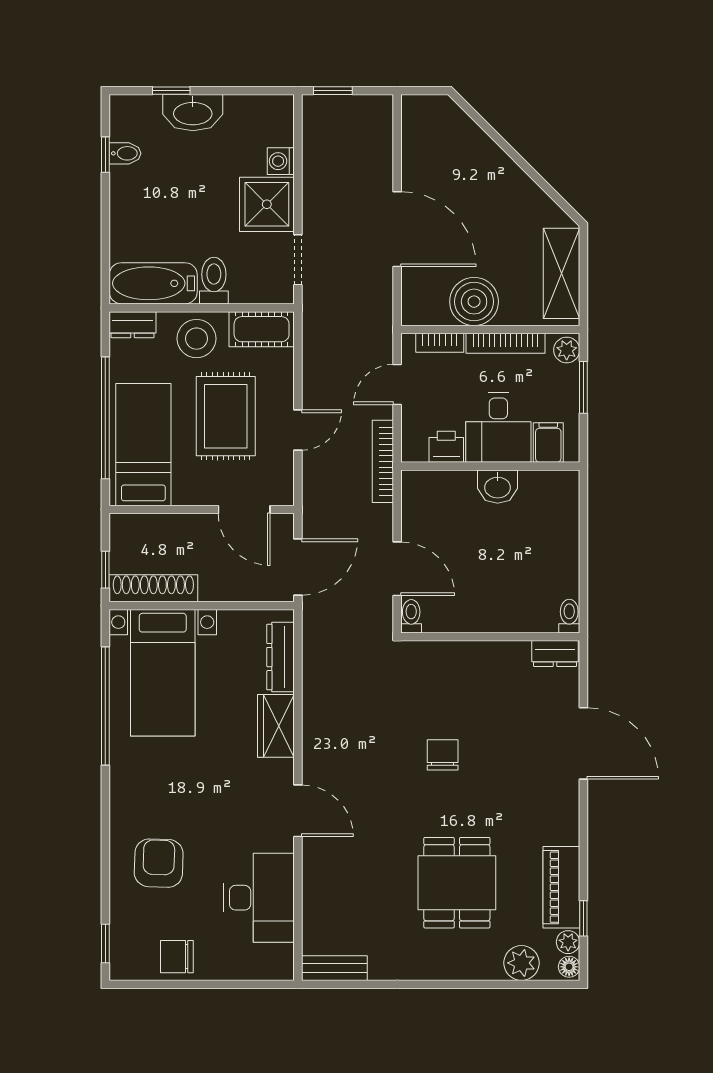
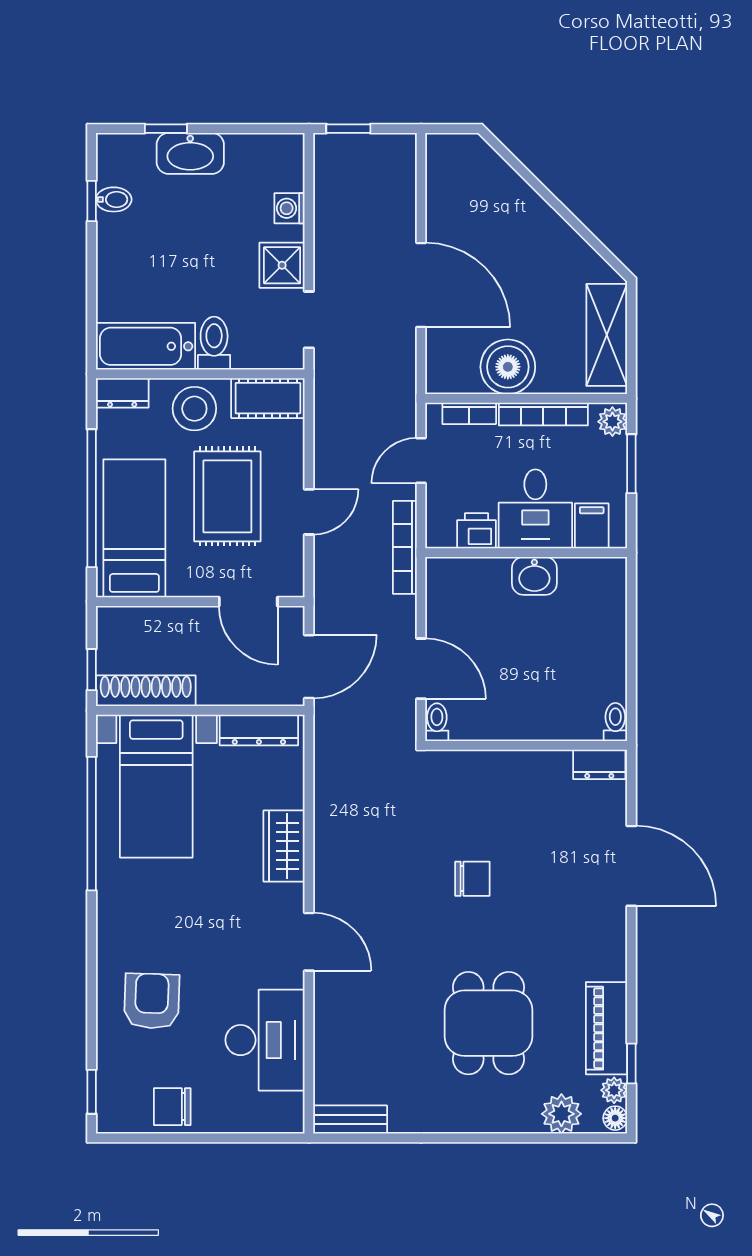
shower: (267, 204) -> (282, 265), width x0.73, depth x0.73
dresser: (281, 657) -> (259, 730), moved, turned -90
chair: (443, 755) -> (472, 879), turned 90

